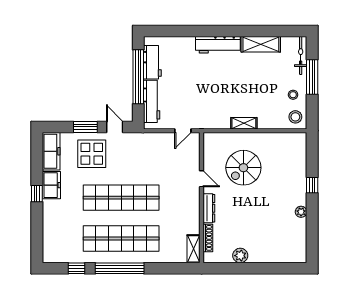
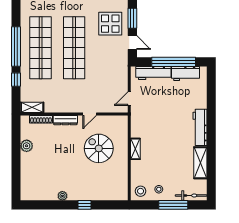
door: (115, 127) -> (132, 42), hinge flipped
door: (183, 131) -> (129, 99), hinge flipped
window: (76, 268) -> (16, 80), moved

